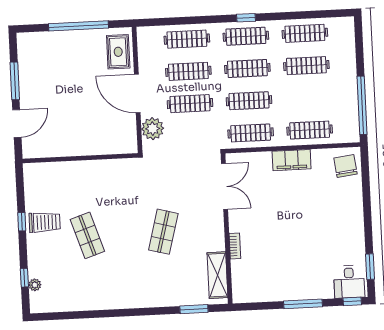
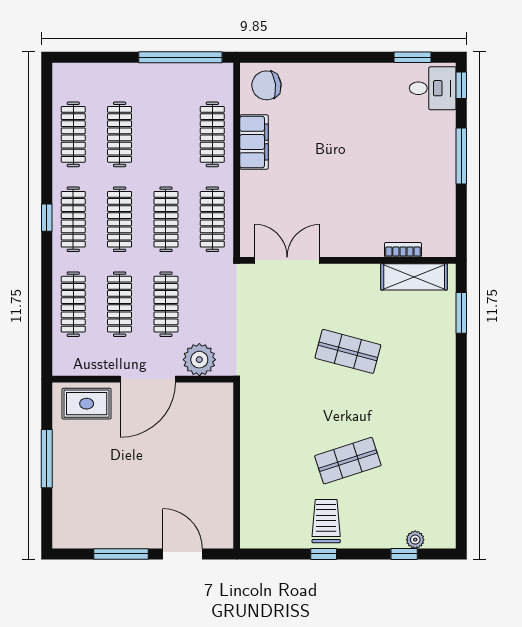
window: (79, 26) -> (47, 459), width x0.68
filing cabinet: (292, 160) -> (254, 142), moved
bookcase: (235, 246) -> (403, 250), moved

